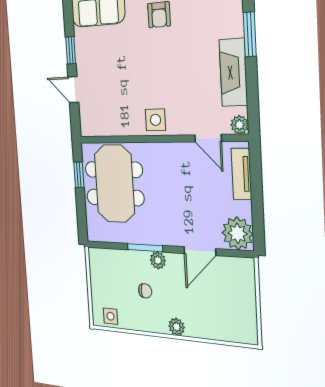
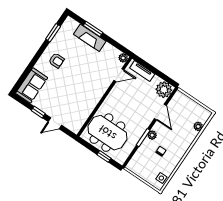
fireplace: (233, 72) -> (90, 38), moved
side table: (156, 120) -> (96, 93), removed
window: (79, 175) -> (104, 156), moved
plant: (177, 327) -> (198, 126), moved

